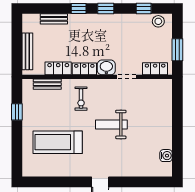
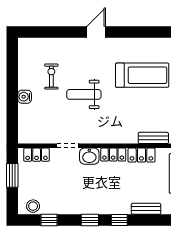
exercise bike: (81, 99) -> (51, 77), moved
weight bench: (111, 124) -> (84, 94), turned 180
water cooler: (166, 156) -> (25, 97), moved

